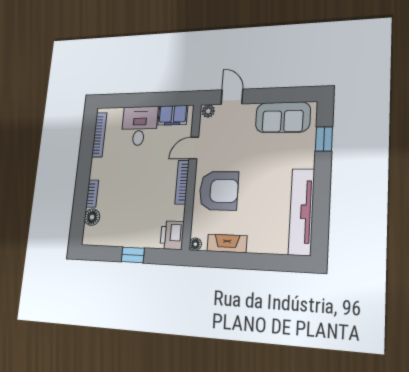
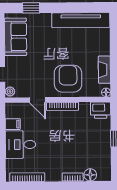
filing cabinet: (173, 115) -> (13, 124), width x0.50

